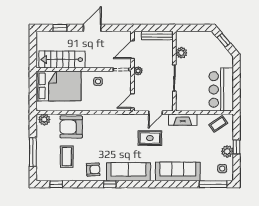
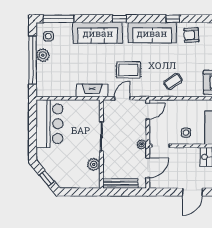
coffee table: (218, 124) -> (173, 81), moved
window: (236, 147) -> (33, 60), width x3.17
window: (158, 184) -> (119, 19), added

